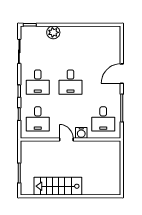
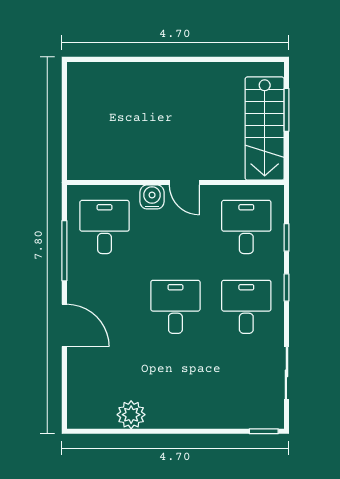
plant: (53, 32) -> (131, 415), moved
door: (122, 74) -> (64, 325), hinge flipped
stairs: (58, 186) -> (265, 129), moved, turned 90

